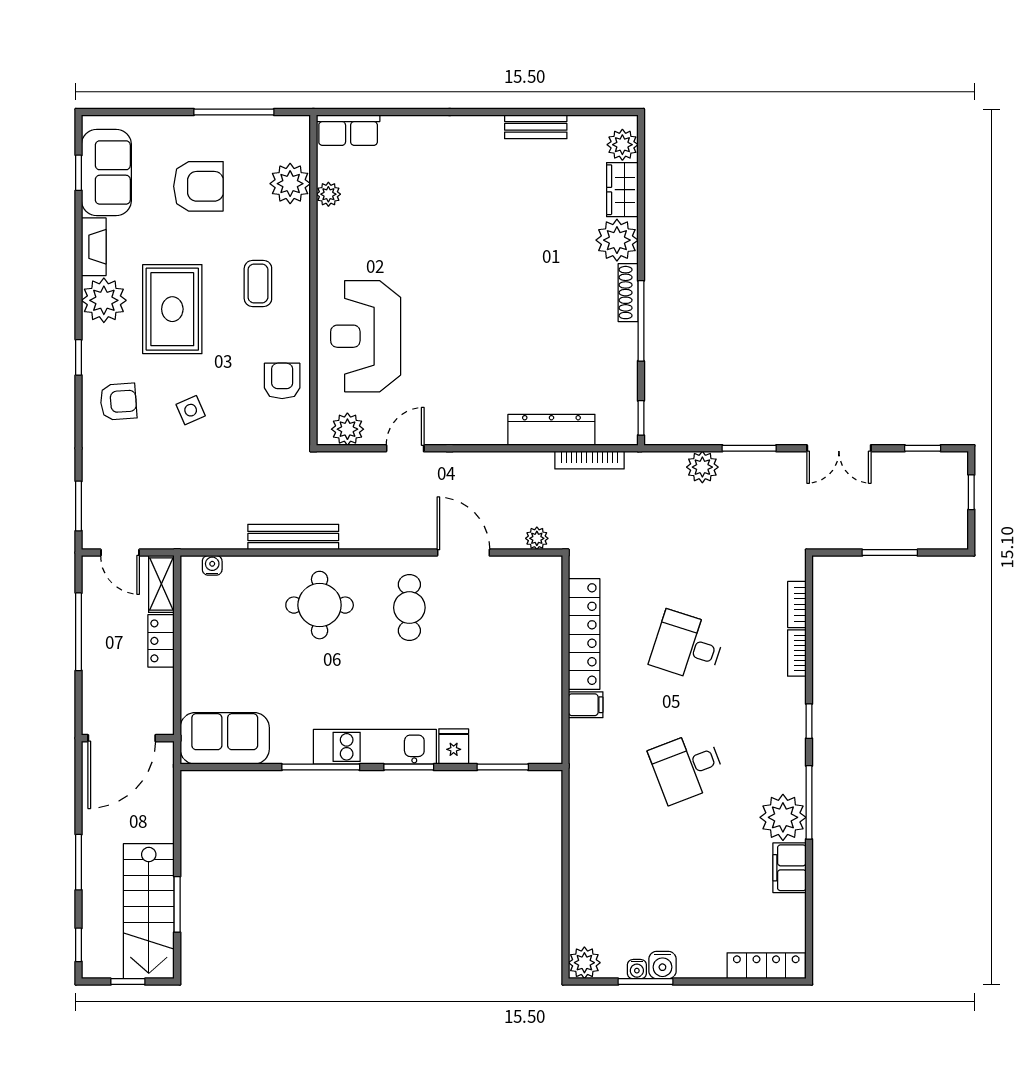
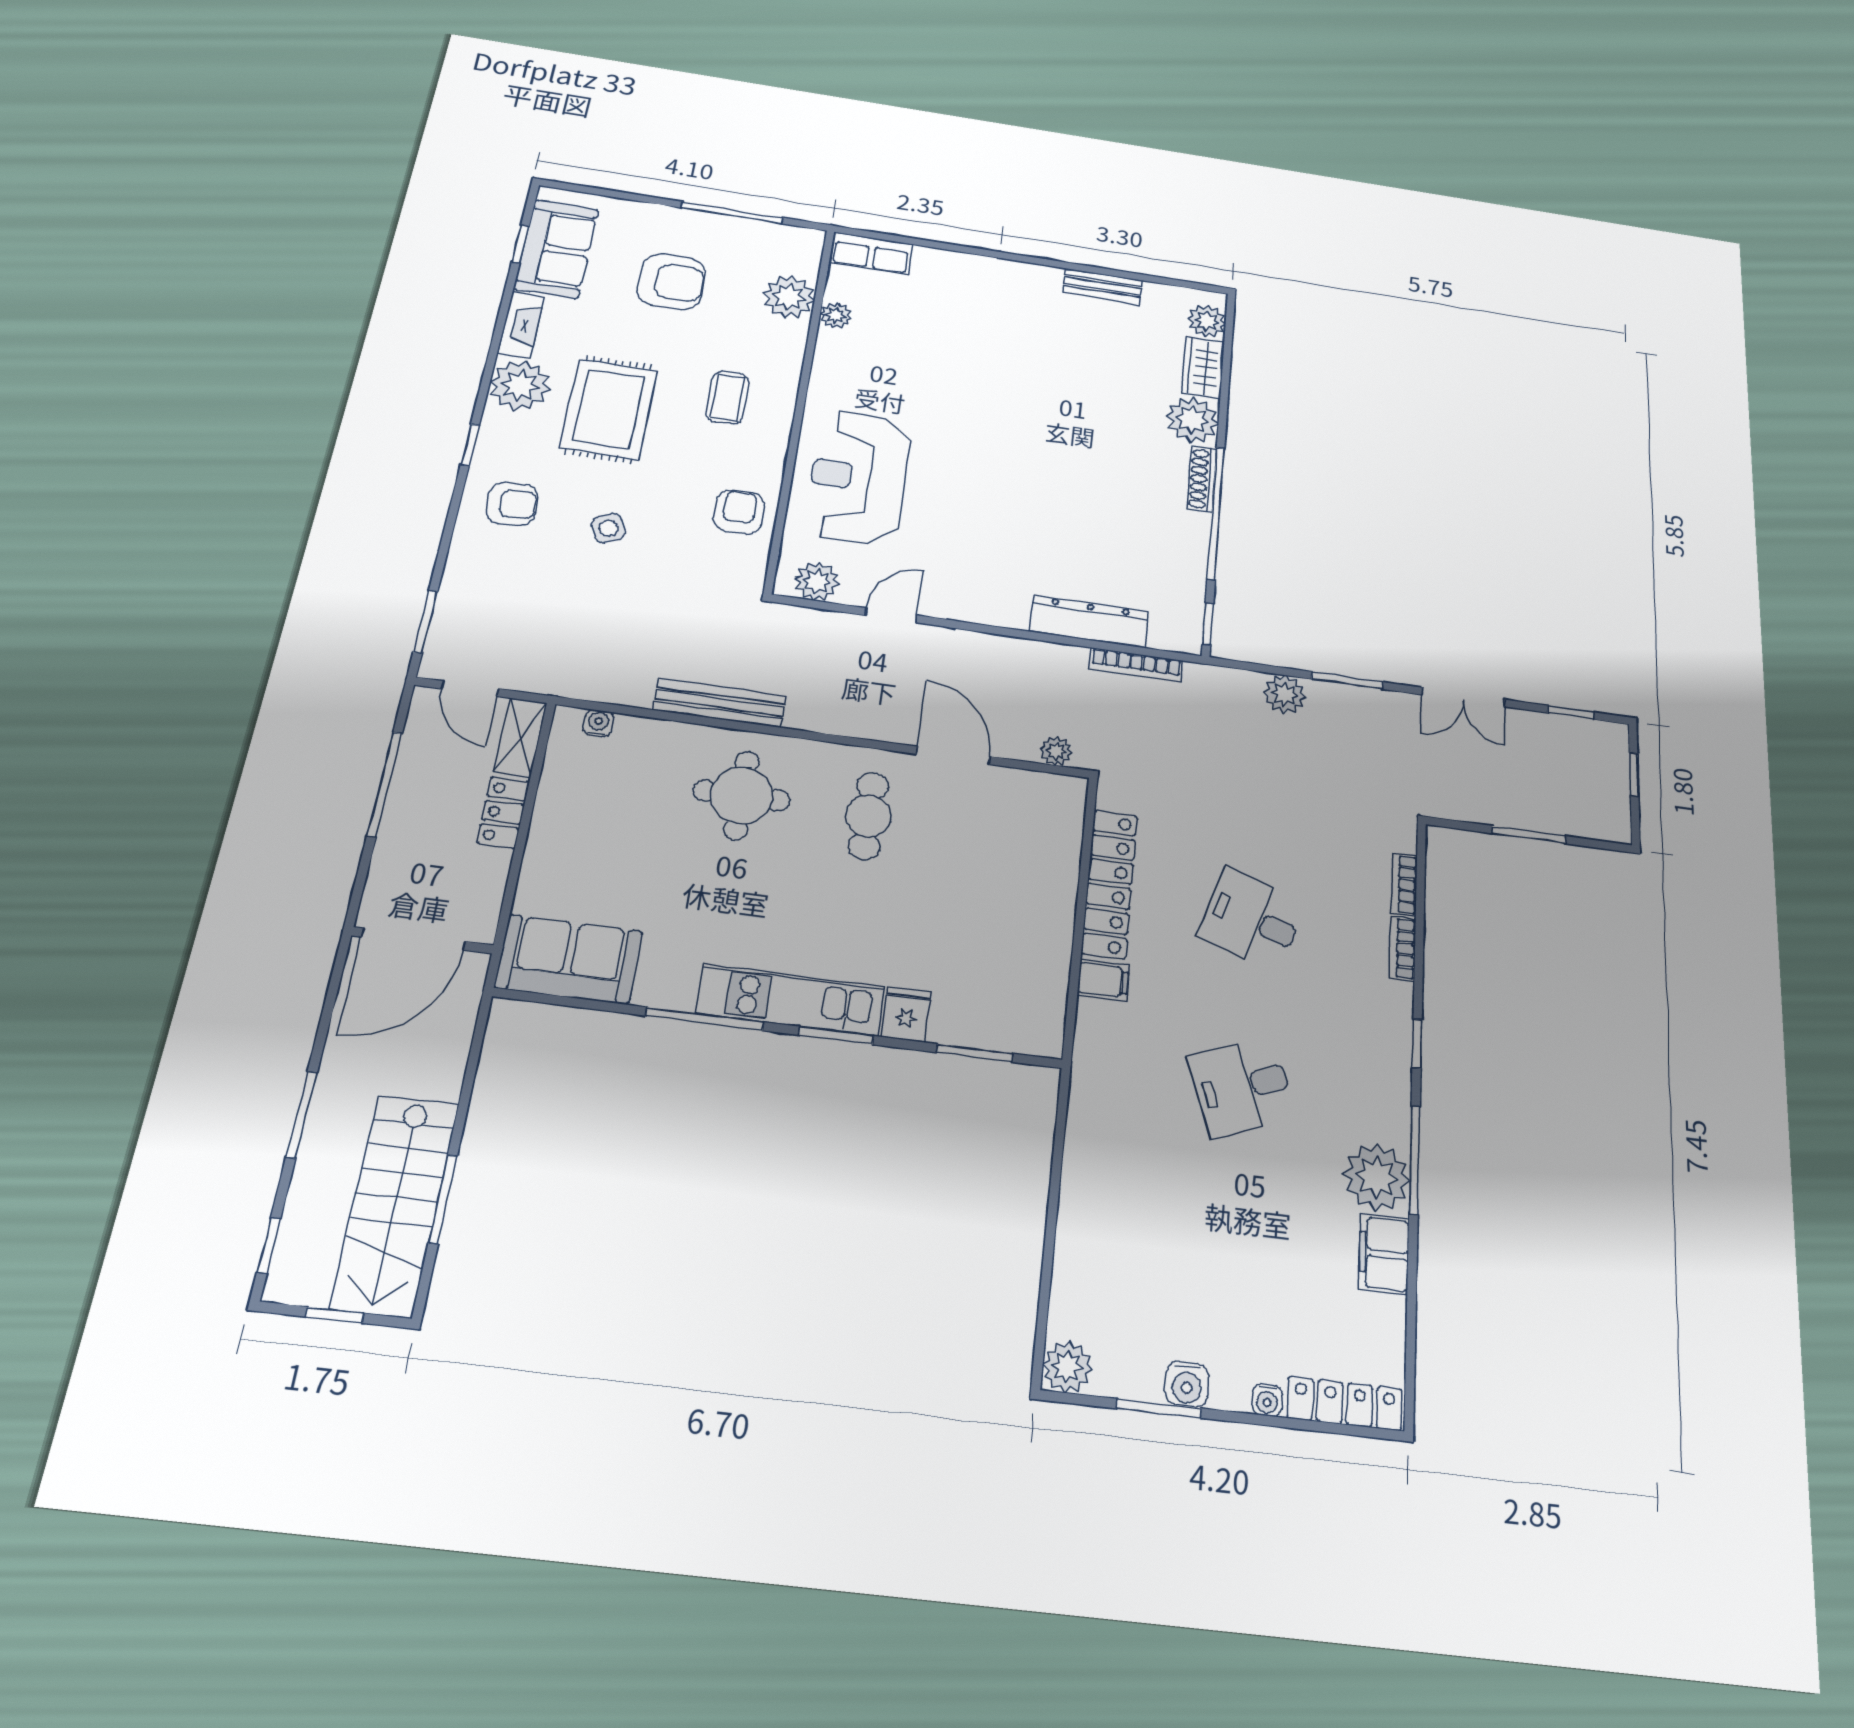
window: (641, 321) -> (1216, 513), width x1.46
water cooler: (637, 969) -> (1267, 1400), moved

